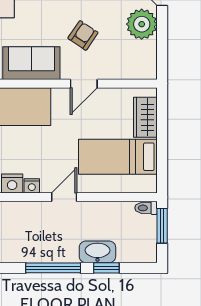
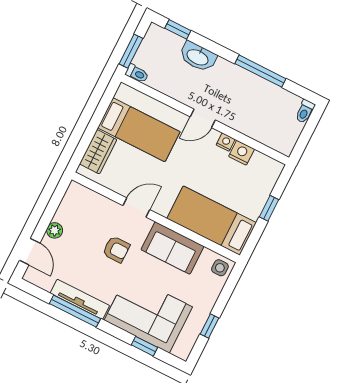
plant: (142, 24) -> (55, 230), width x0.53, depth x0.53
armchair: (83, 35) -> (116, 249), turned -124
window: (53, 268) -> (260, 71), moved
window: (106, 268) -> (178, 29), moved

